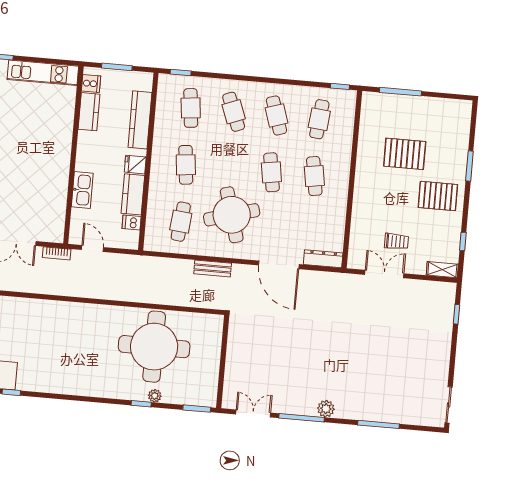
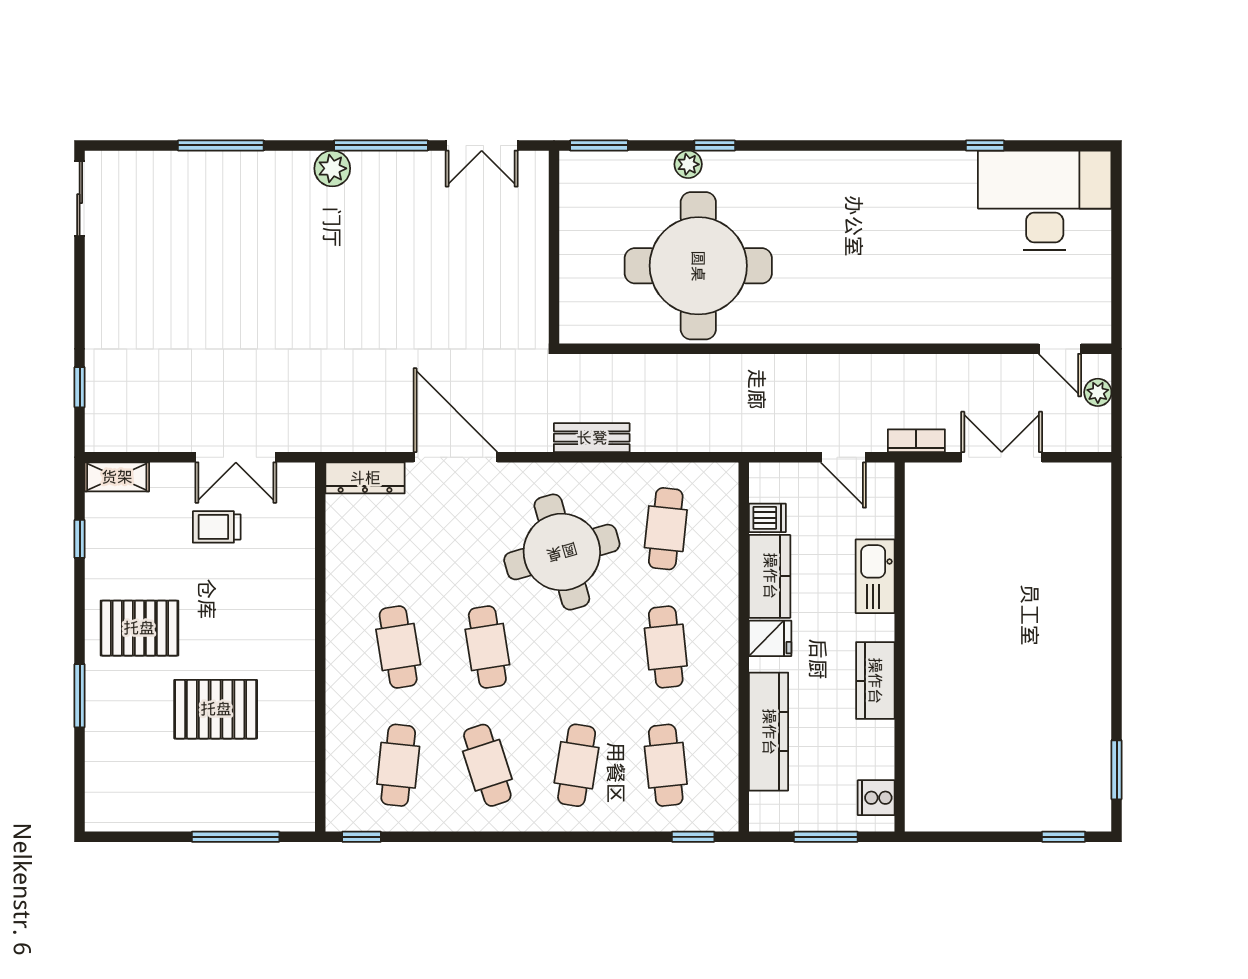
kitchen unit: (43, 73) -> (978, 811), removed
kitchen counter: (89, 112) -> (875, 681), moved
cafe table: (234, 112) -> (577, 765), turned 30

